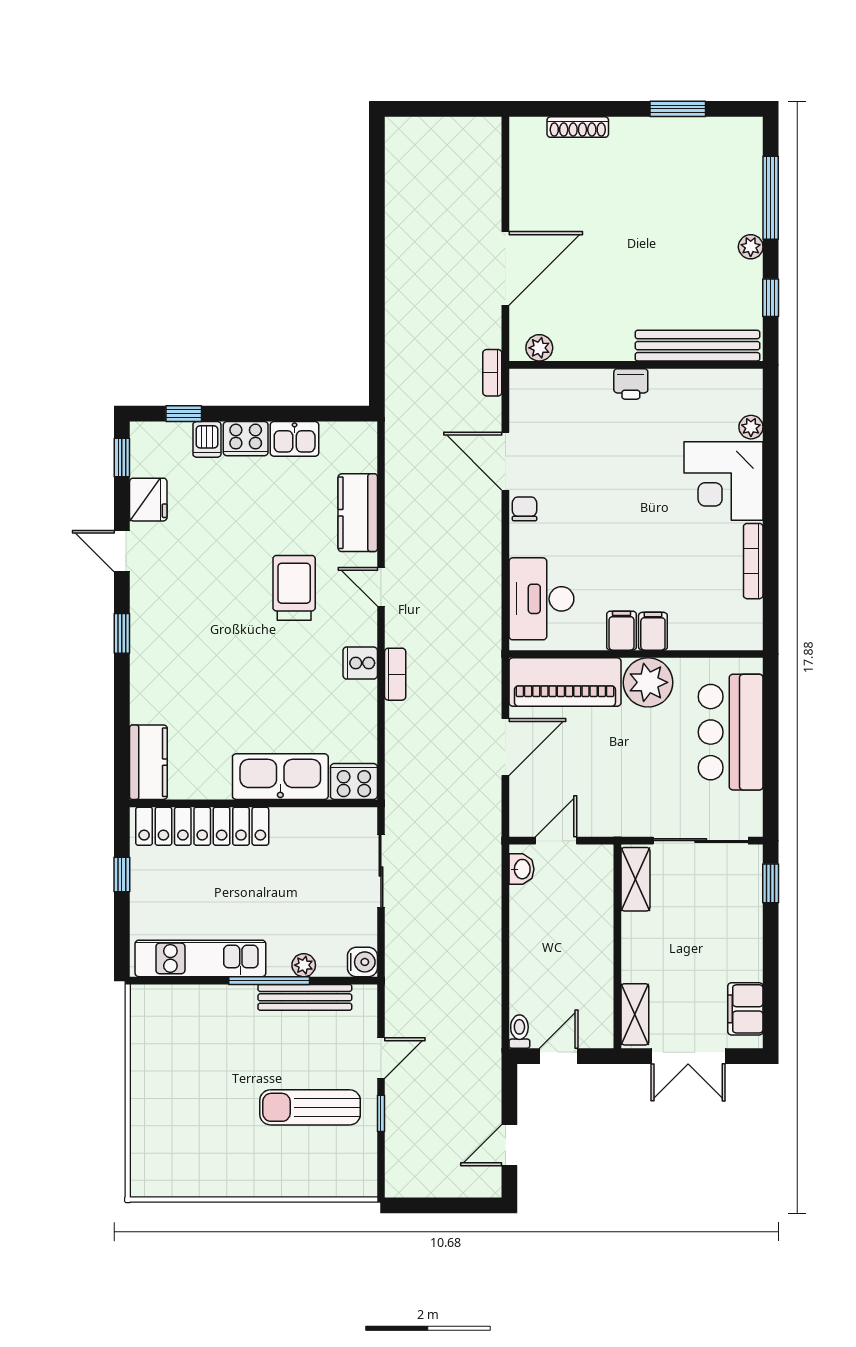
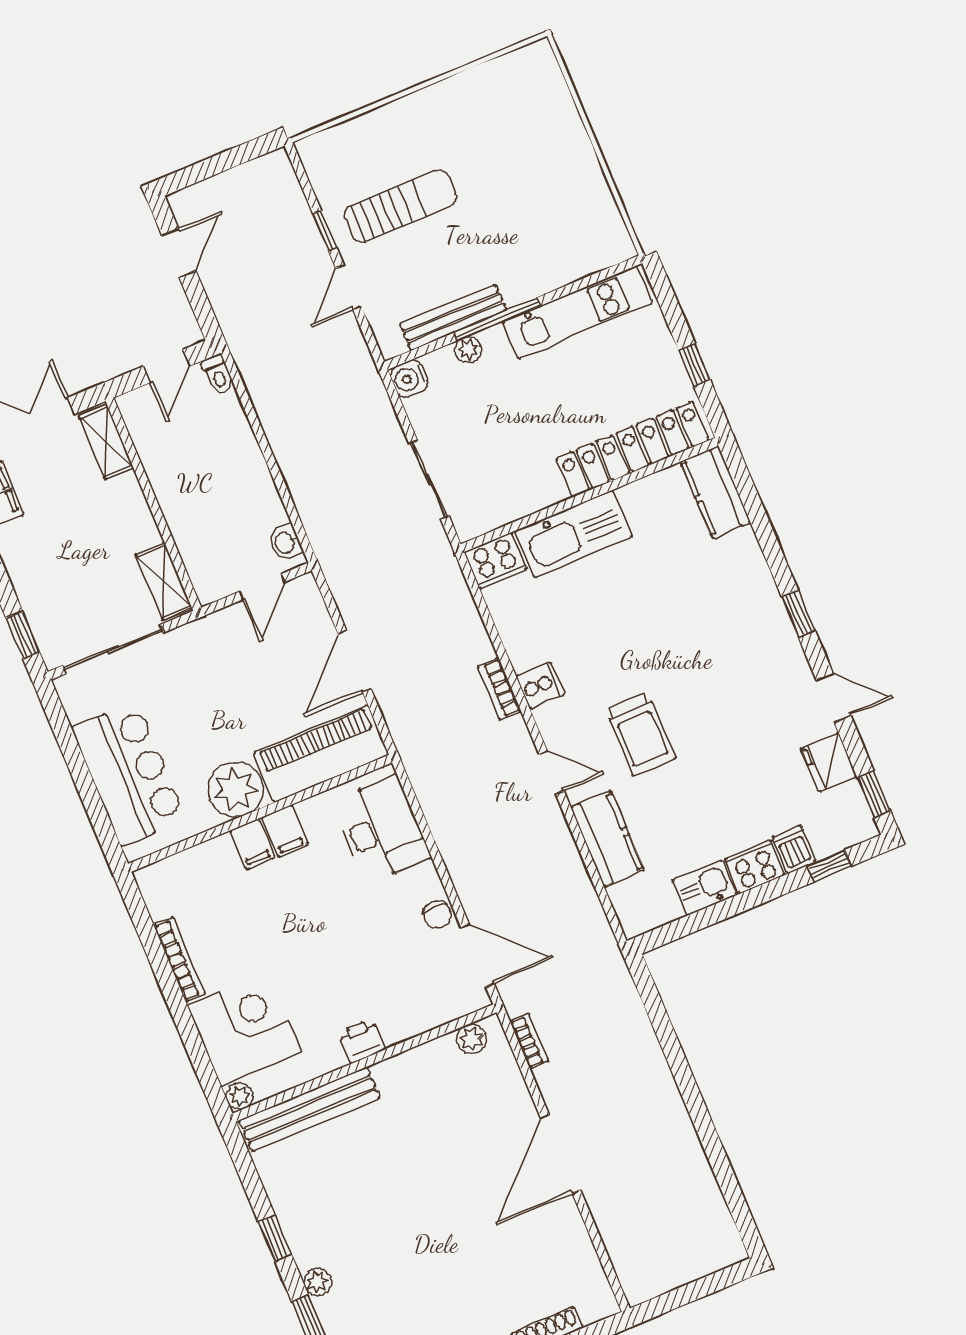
bench: (697, 346) -> (309, 1109), moved
plant: (539, 348) -> (471, 1039), moved
wall: (636, 365) -> (365, 1063), moved
printer: (631, 384) -> (362, 1041), moved

